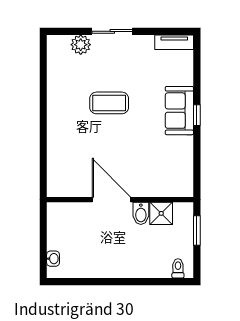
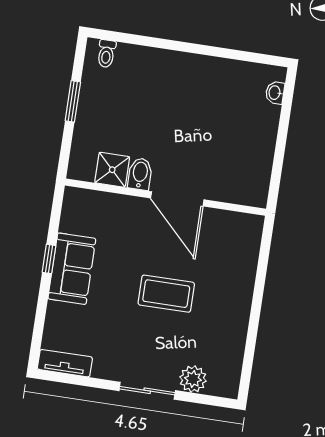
door: (111, 200) -> (177, 199), moved
wall: (120, 200) -> (166, 197), moved
bidet: (141, 213) -> (140, 174), moved
shower: (161, 213) -> (112, 170), moved

